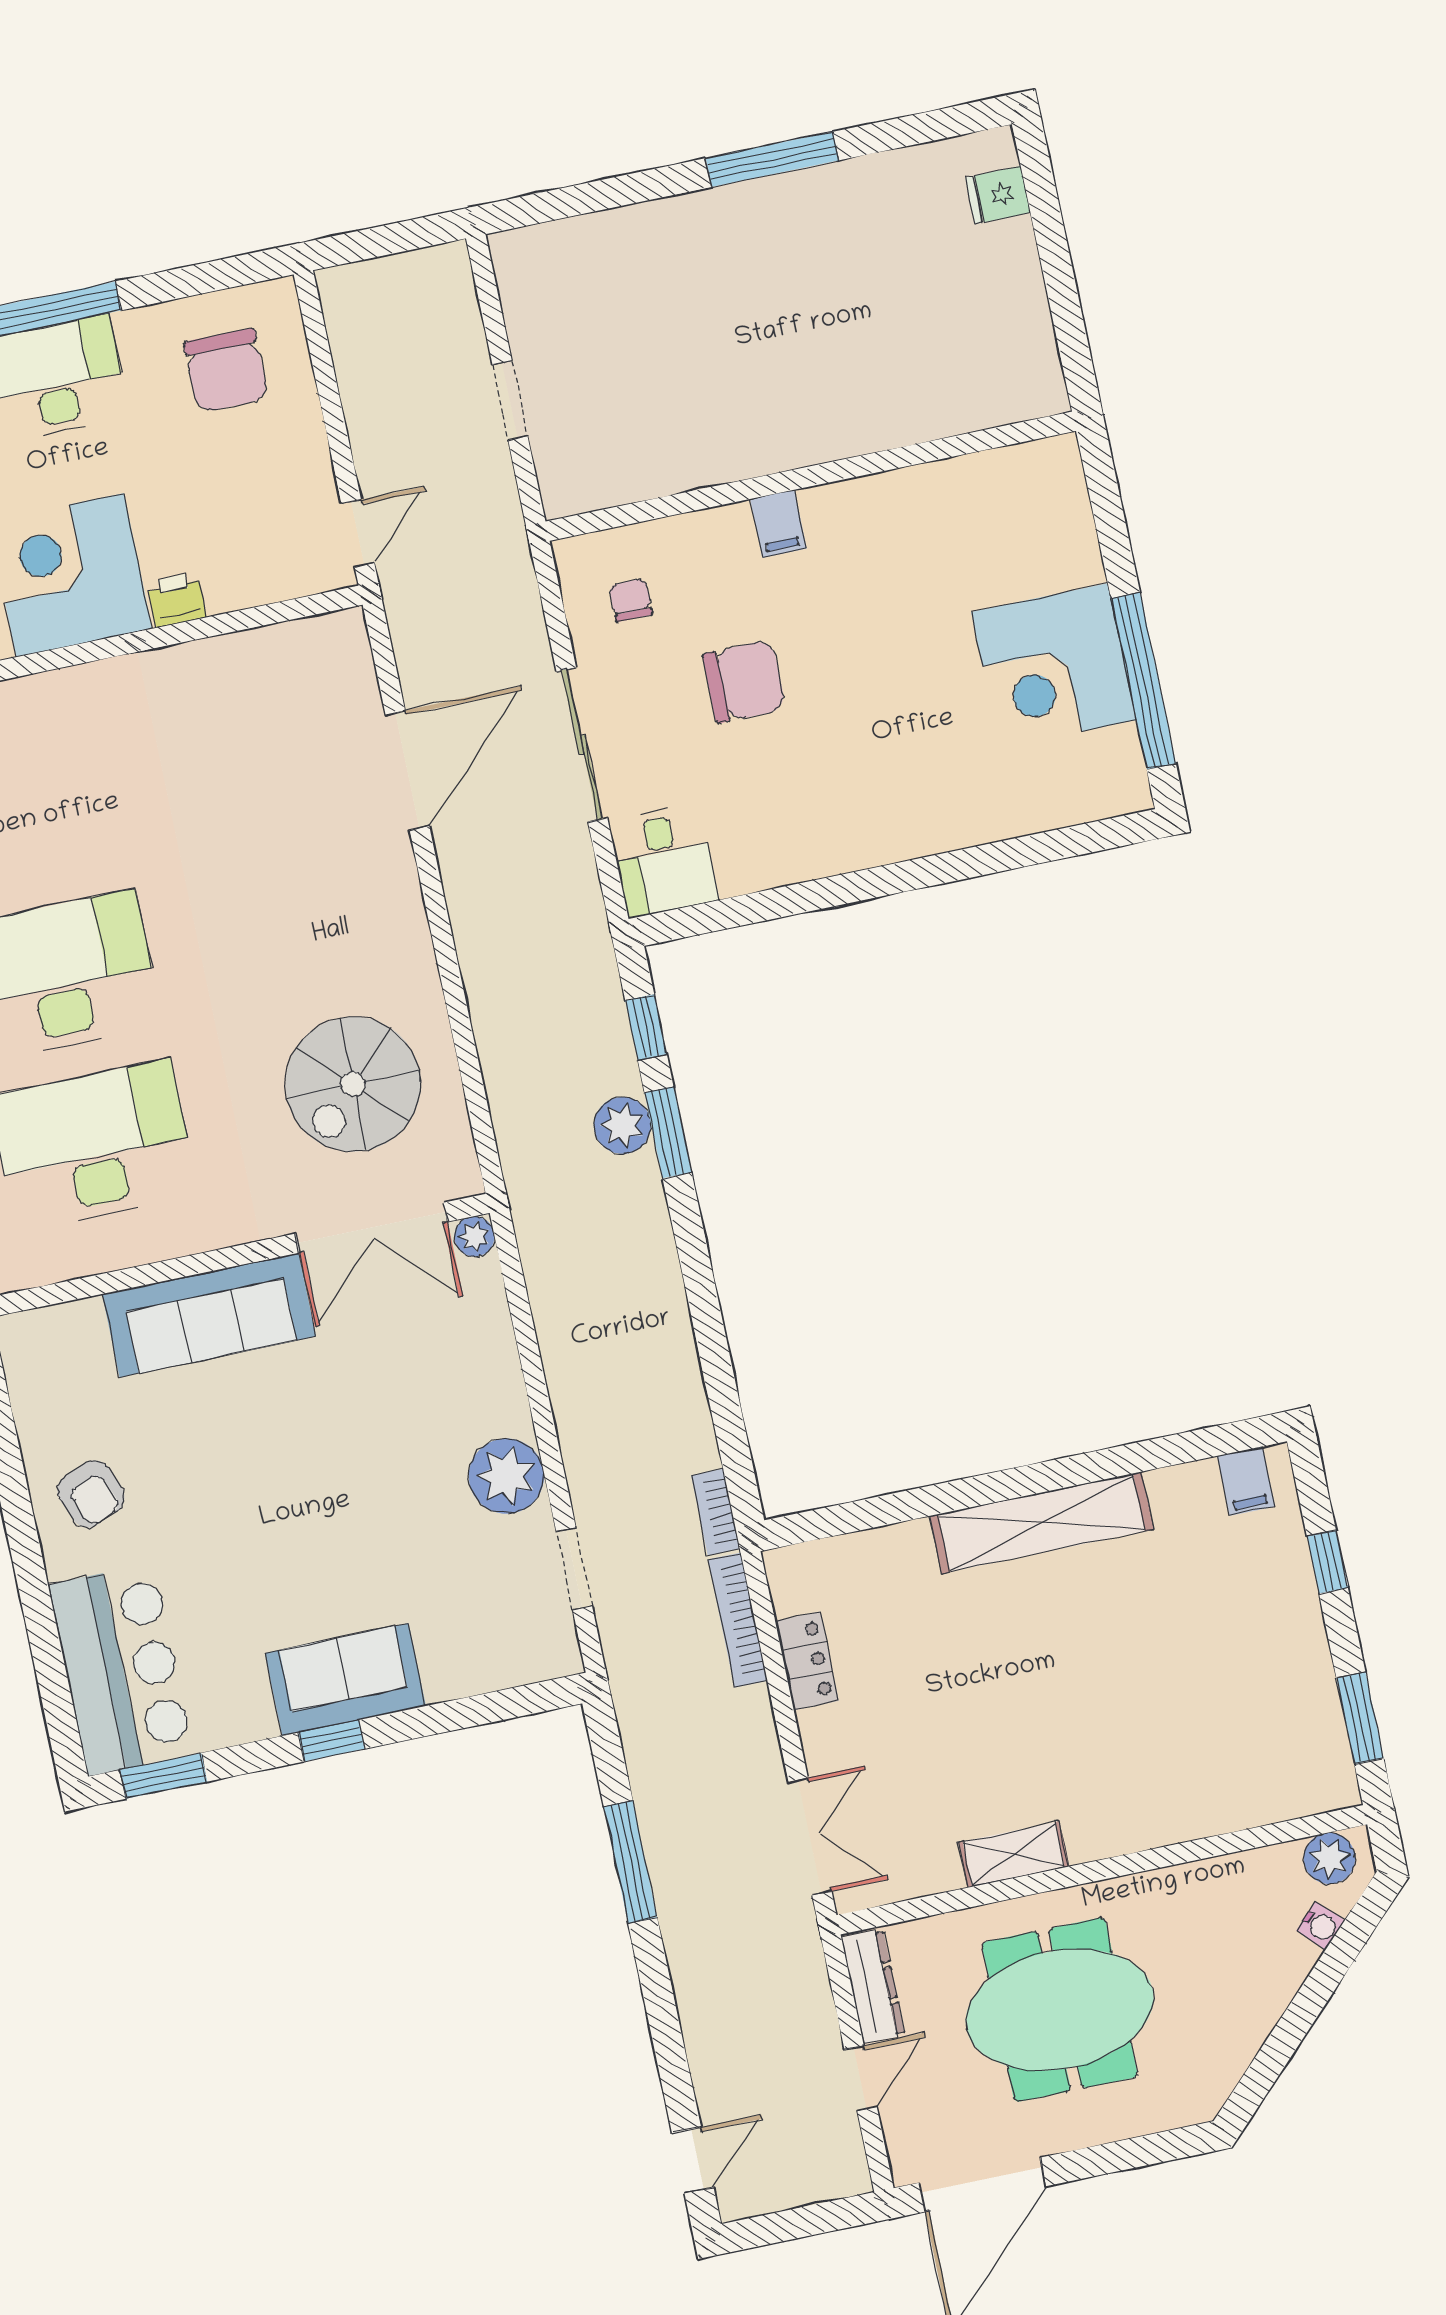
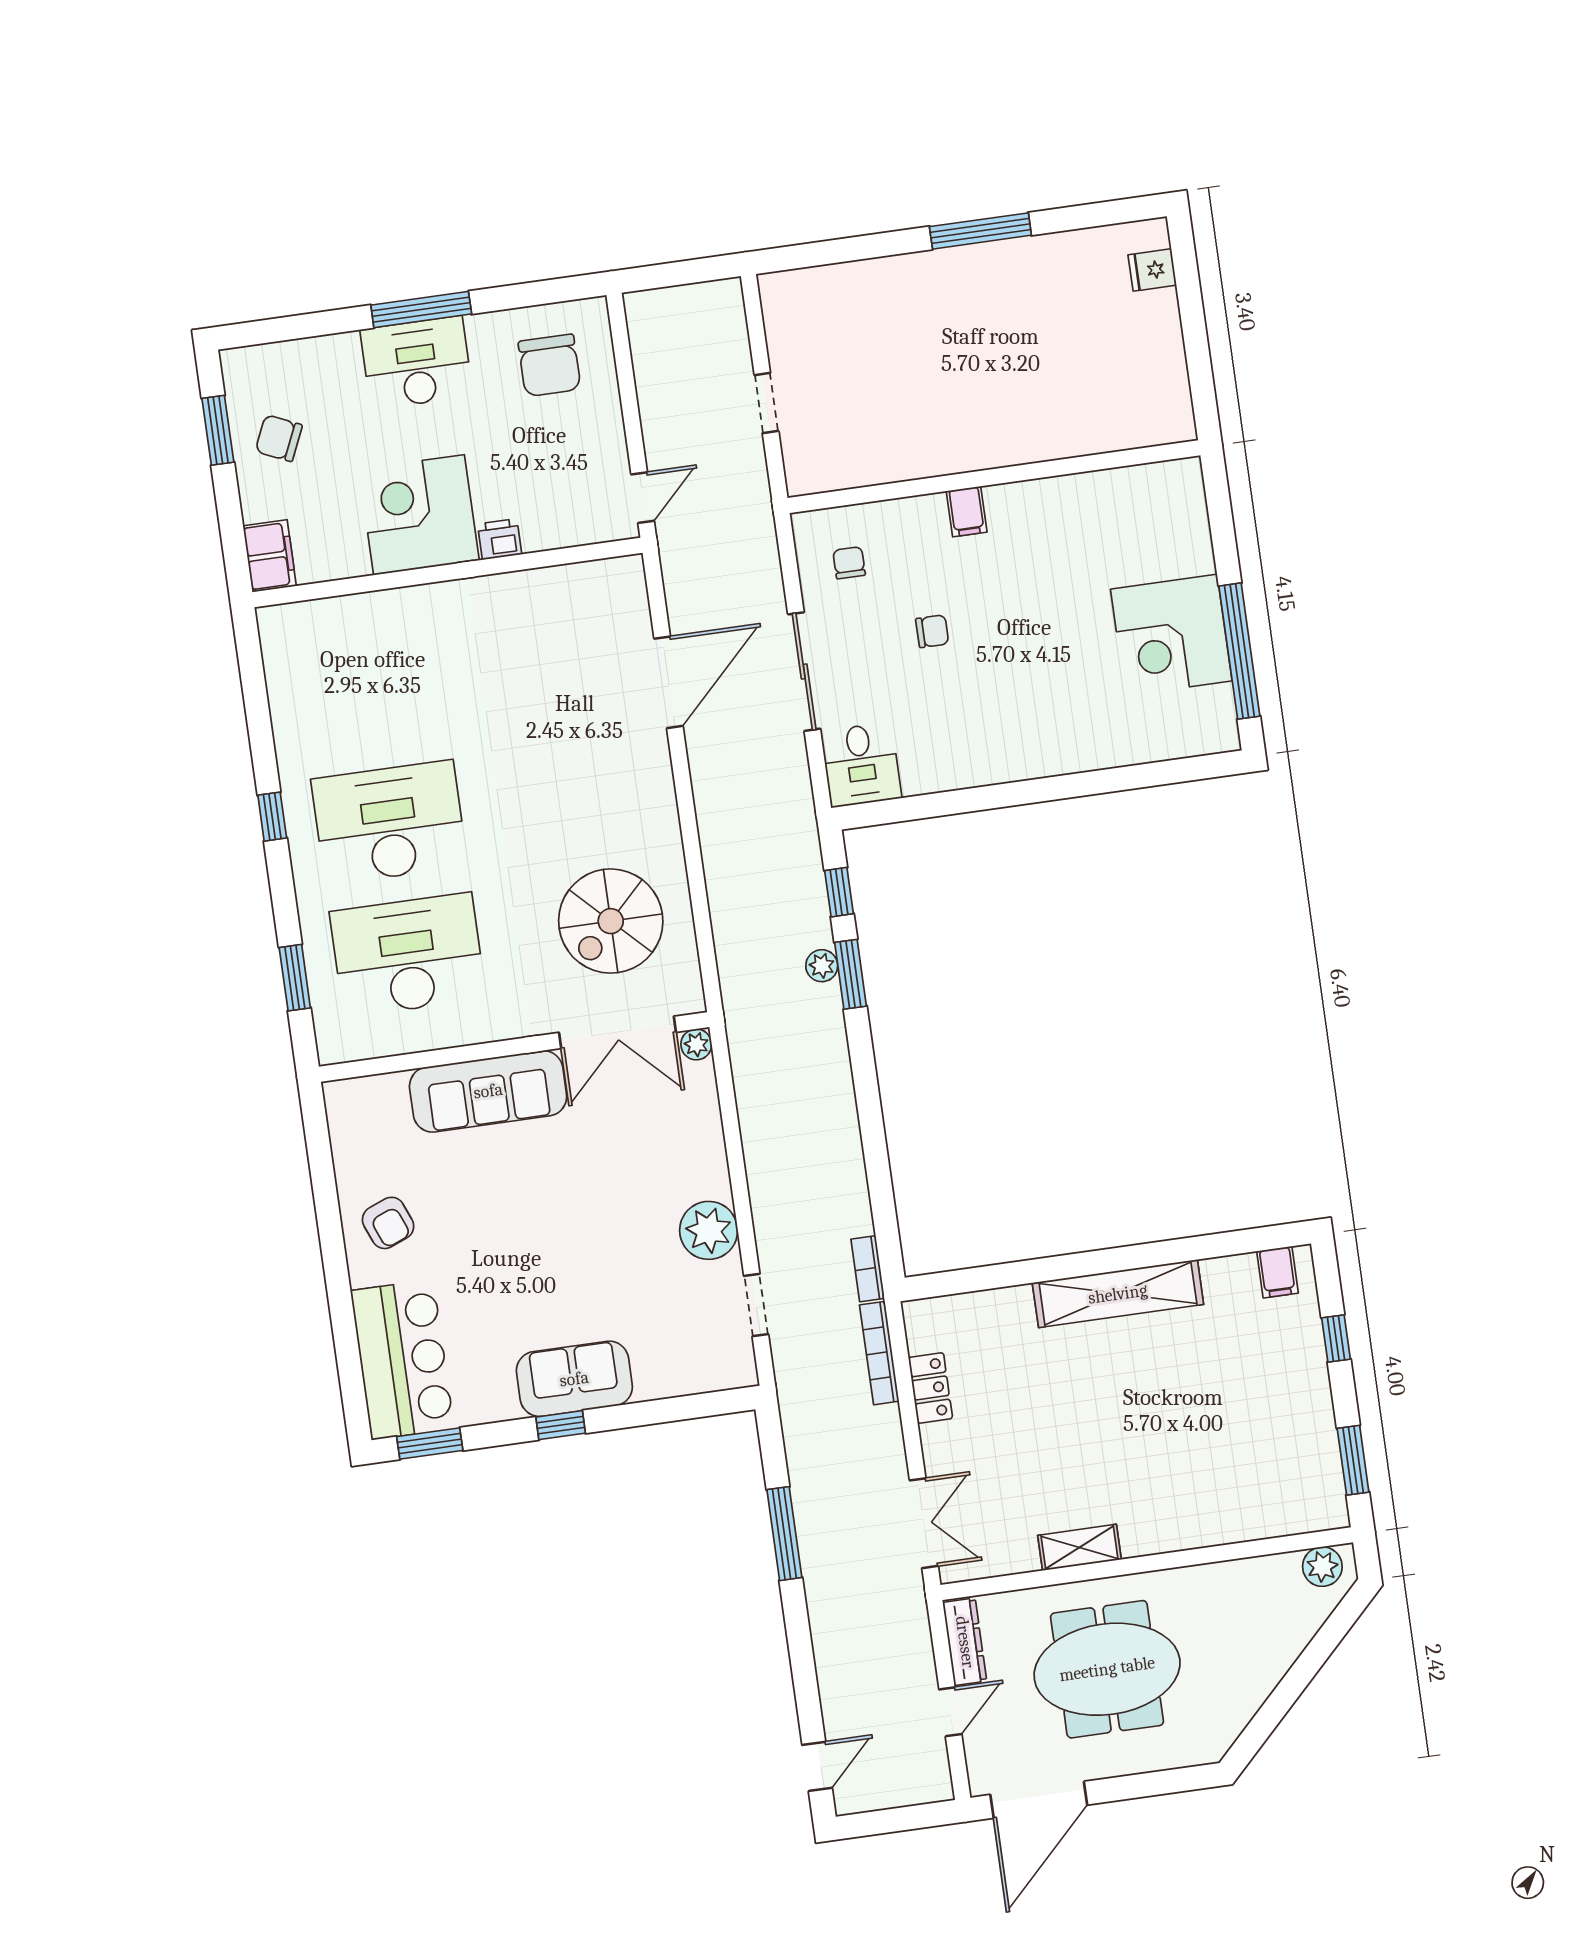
chair: (744, 681) -> (932, 631), width x0.54, depth x0.54
plant: (622, 1125) -> (822, 966), width x0.73, depth x0.73
water cooler: (1321, 1926) -> (1312, 1618), removed

